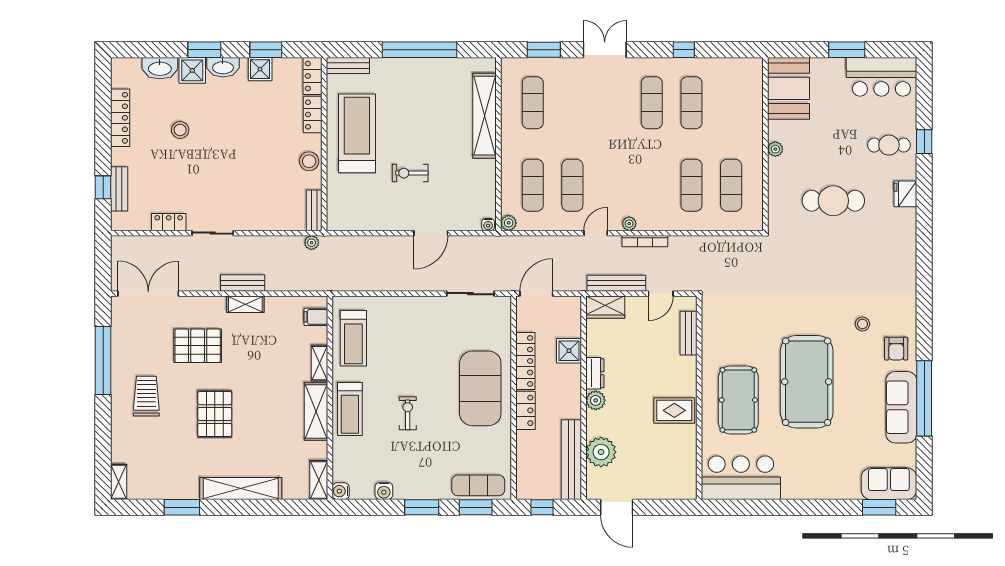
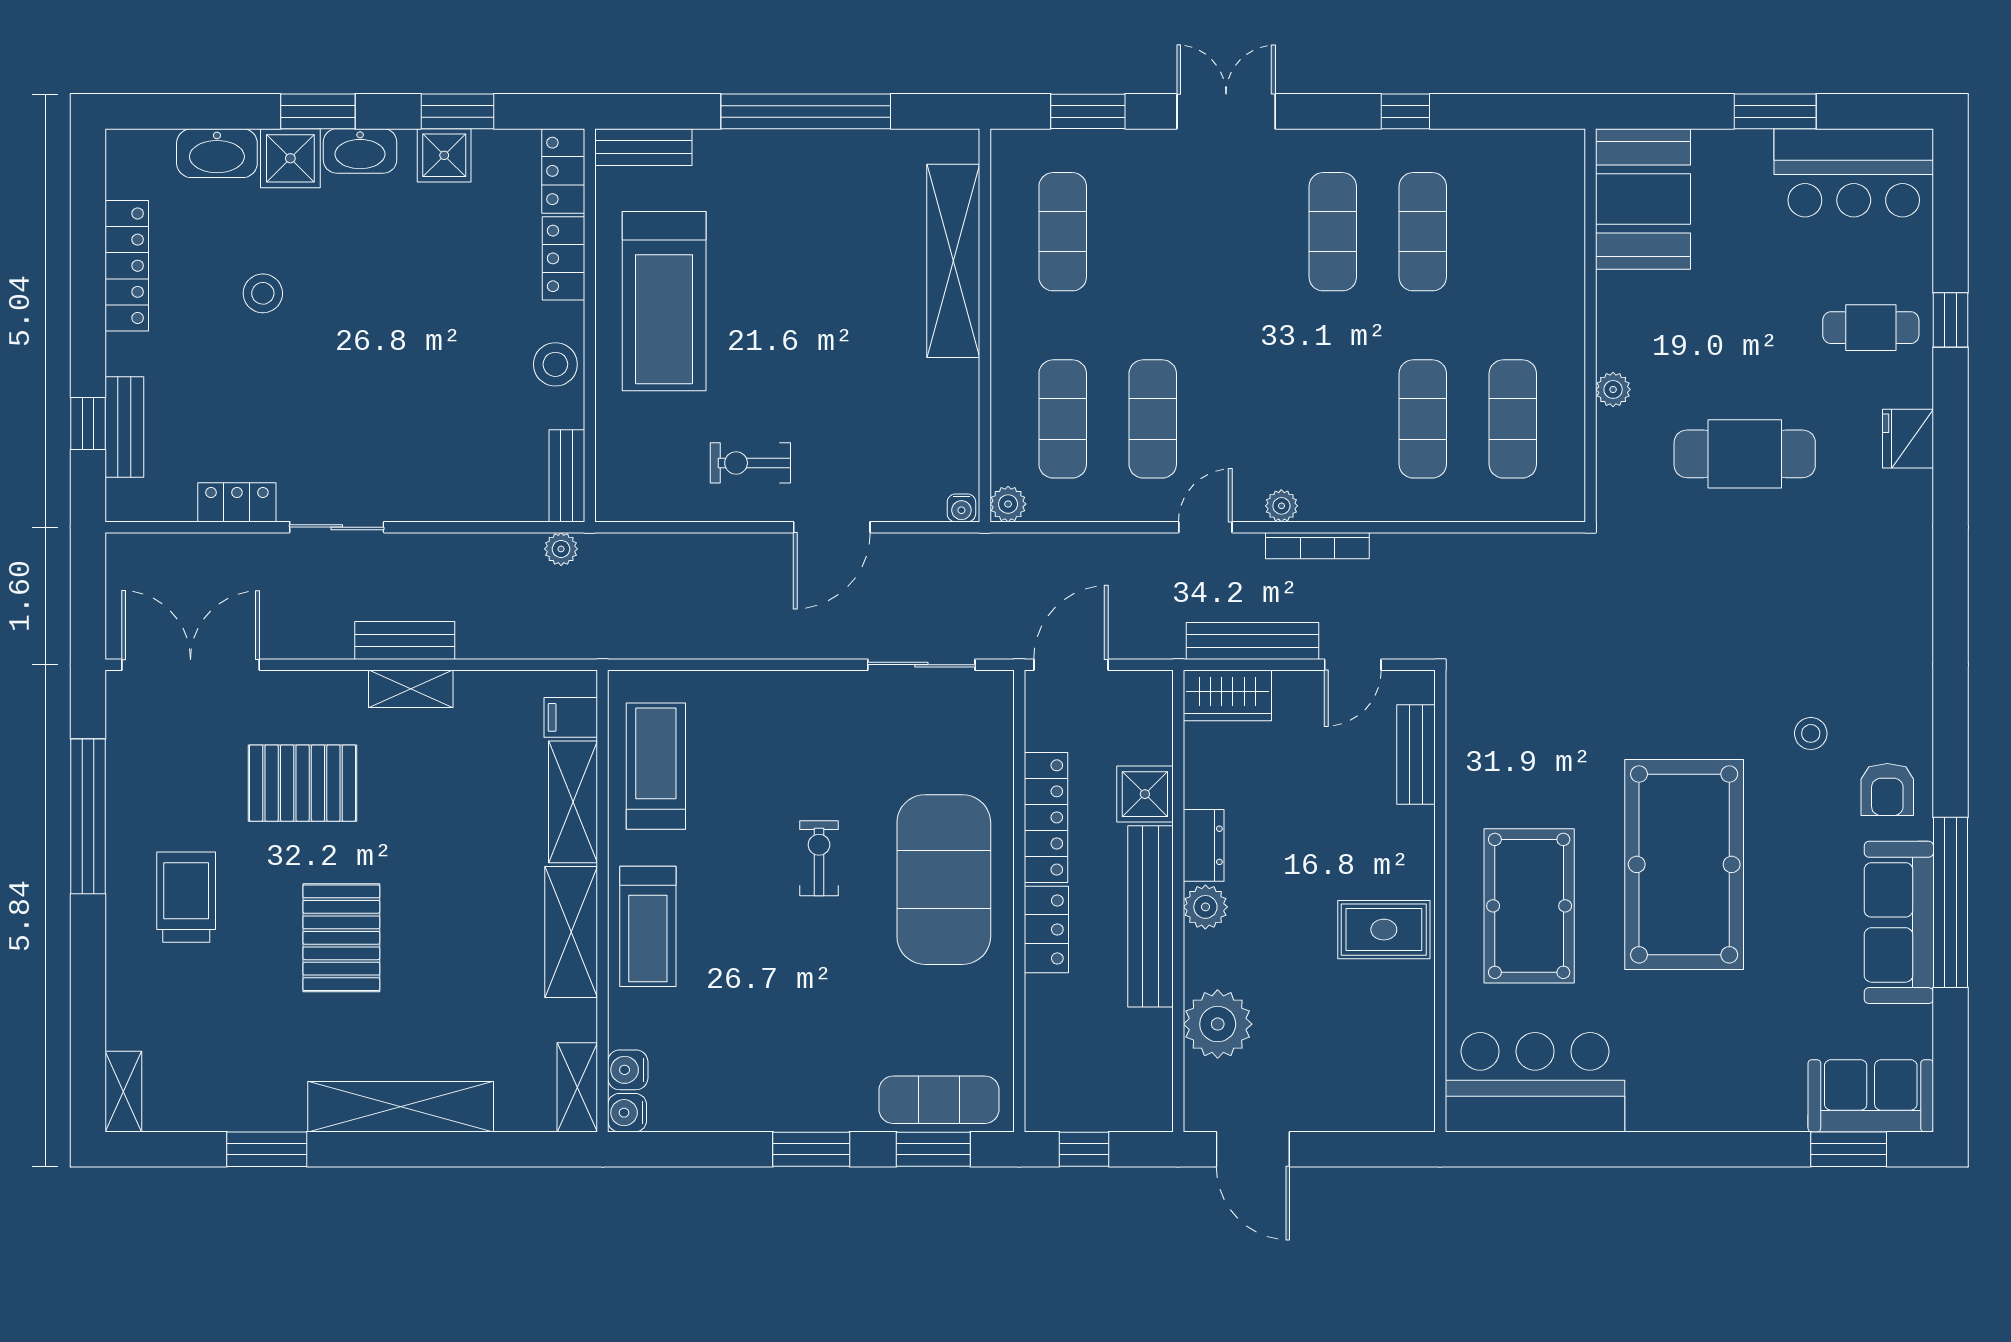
treadmill: (357, 133) -> (664, 301), turned 180
plant: (775, 149) -> (1613, 389), moved
exercise bike: (410, 173) -> (750, 463), moved
treadmill: (353, 338) -> (656, 766), turned 180
shelving: (320, 363) -> (573, 802), width x1.50, depth x1.33
exercise bike: (408, 413) -> (819, 858), moved
bench: (571, 460) -> (1150, 916), moved
water cooler: (384, 491) -> (628, 1070), moved, turned 90

